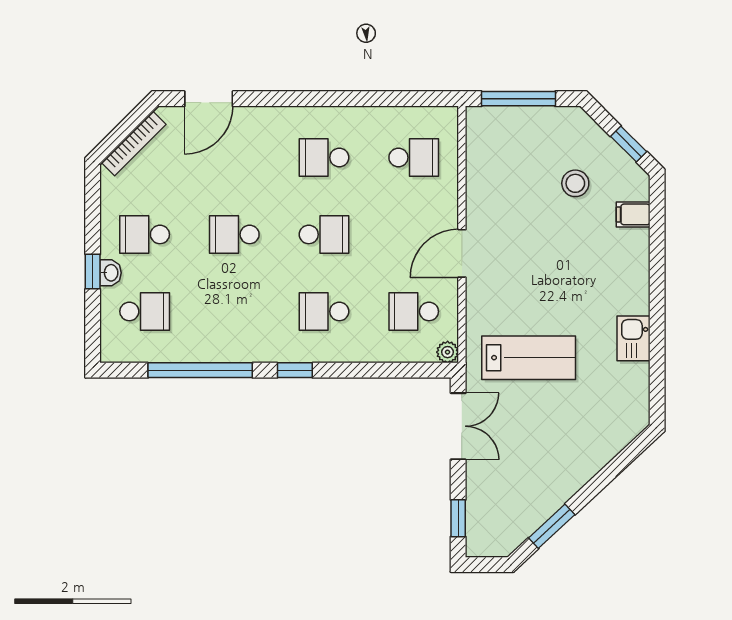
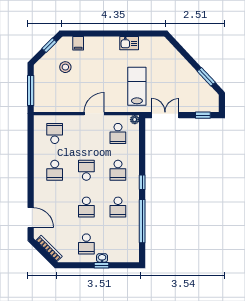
door: (462, 253) -> (94, 114), swing flipped
school desk: (145, 311) -> (118, 207), moved, turned 180

